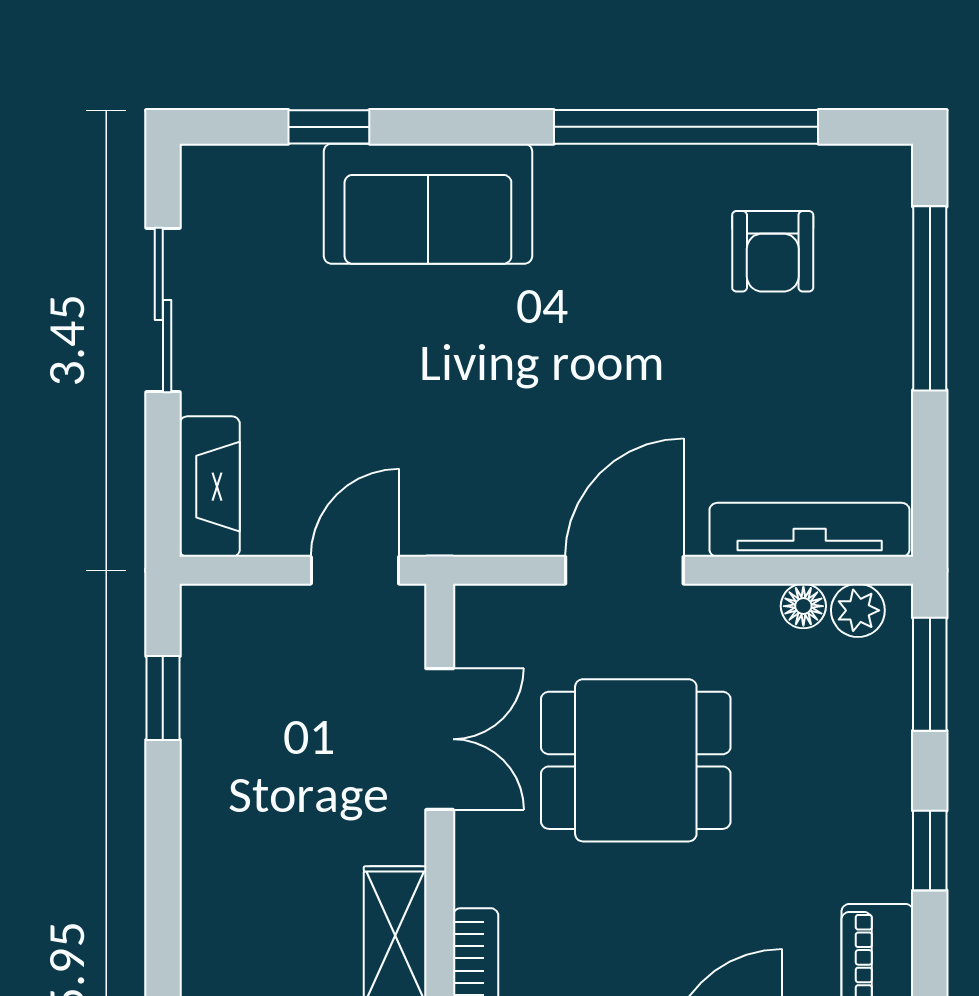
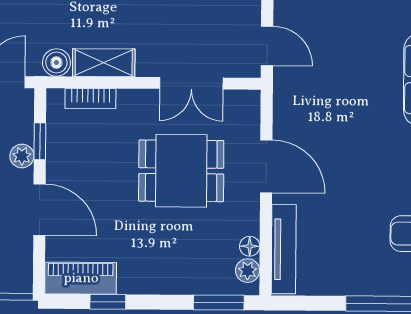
dining table: (636, 760) -> (181, 171), turned 90
window: (930, 851) -> (108, 302), moved

